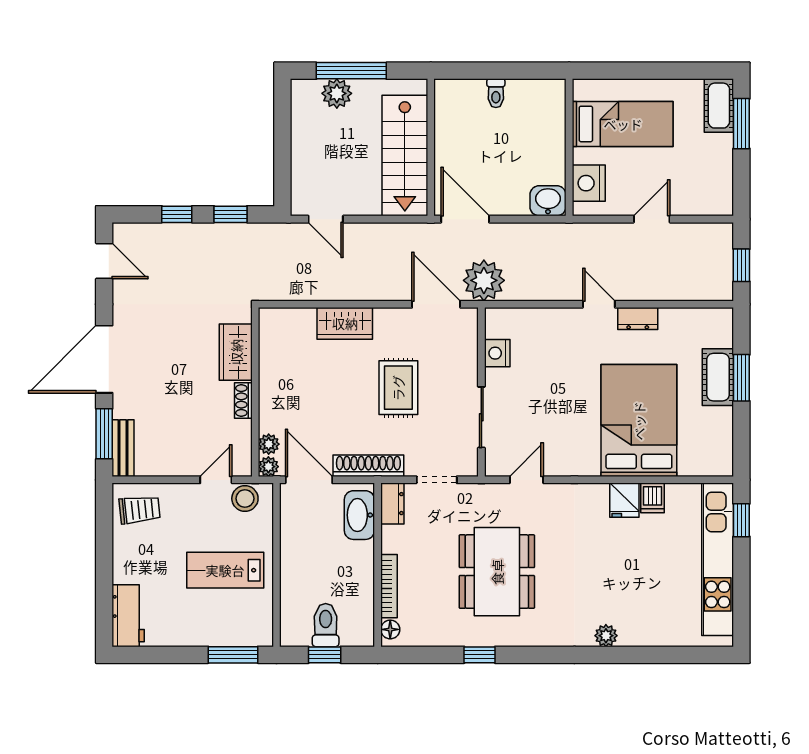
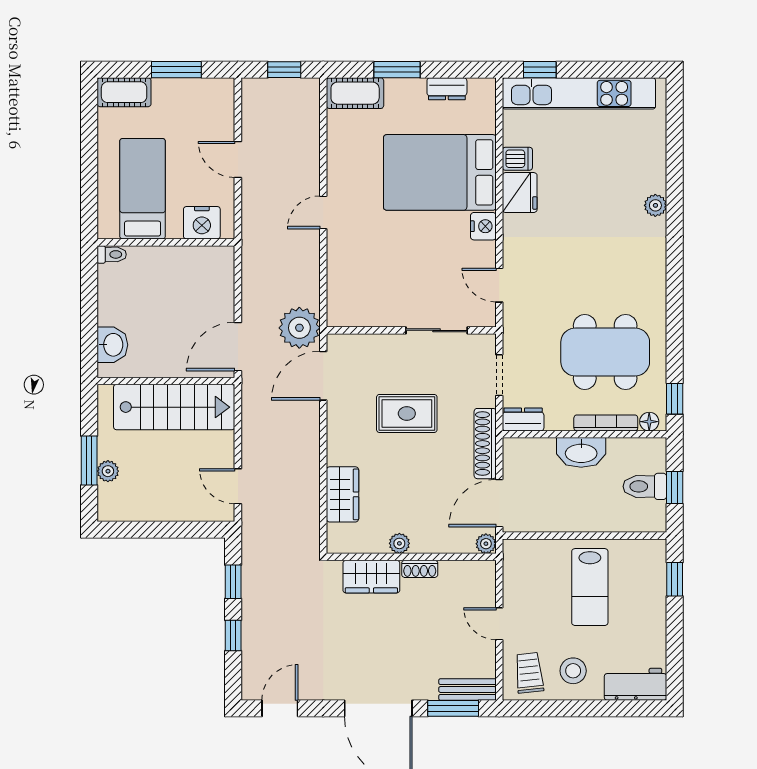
window: (351, 71) -> (89, 461), width x0.69
plant: (337, 93) -> (108, 471), width x0.73, depth x0.73
toilet: (496, 93) -> (112, 254), moved
window: (741, 124) -> (176, 70), moved
washbasin: (548, 201) -> (112, 345), moved, turned 180
door: (326, 219) -> (238, 486), swing flipped
dresser: (638, 319) -> (447, 89), moved, turned 90
wardrobe: (345, 323) -> (342, 494), moved
nightstand: (497, 353) -> (483, 226), moved, turned -90
cot: (718, 377) -> (355, 93), moved
plant: (269, 444) -> (399, 543), moved
door: (216, 480) -> (499, 624), moved
stool: (245, 499) -> (573, 671), moved
fridge: (624, 500) -> (520, 193), width x1.38
washbasin: (359, 515) -> (581, 452), moved
dining table: (497, 572) -> (605, 352), moved
window: (233, 655) -> (675, 579), width x0.67
window: (480, 655) -> (675, 399), moved

